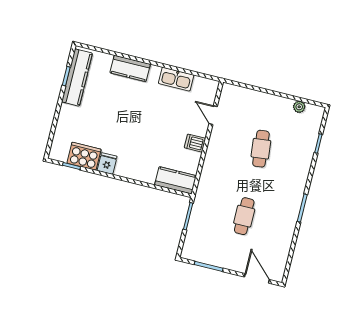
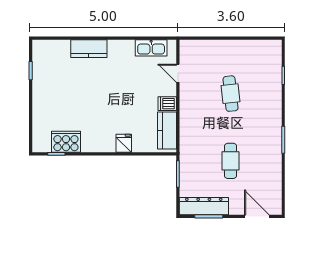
kitchen counter: (77, 77) -> (41, 69), removed
kitchen sink: (176, 79) -> (151, 48), moved
plant: (299, 107) -> (257, 45), removed
fridge: (107, 163) -> (124, 143), moved
kitchen counter: (176, 180) -> (167, 130), moved, turned -90
dresser: (206, 255) -> (204, 206), added

